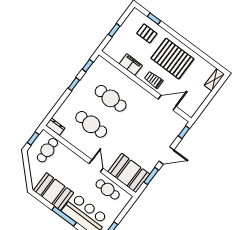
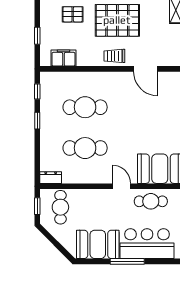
filing cabinet: (131, 65) -> (63, 58), moved
door: (167, 103) -> (145, 69), swing flipped

